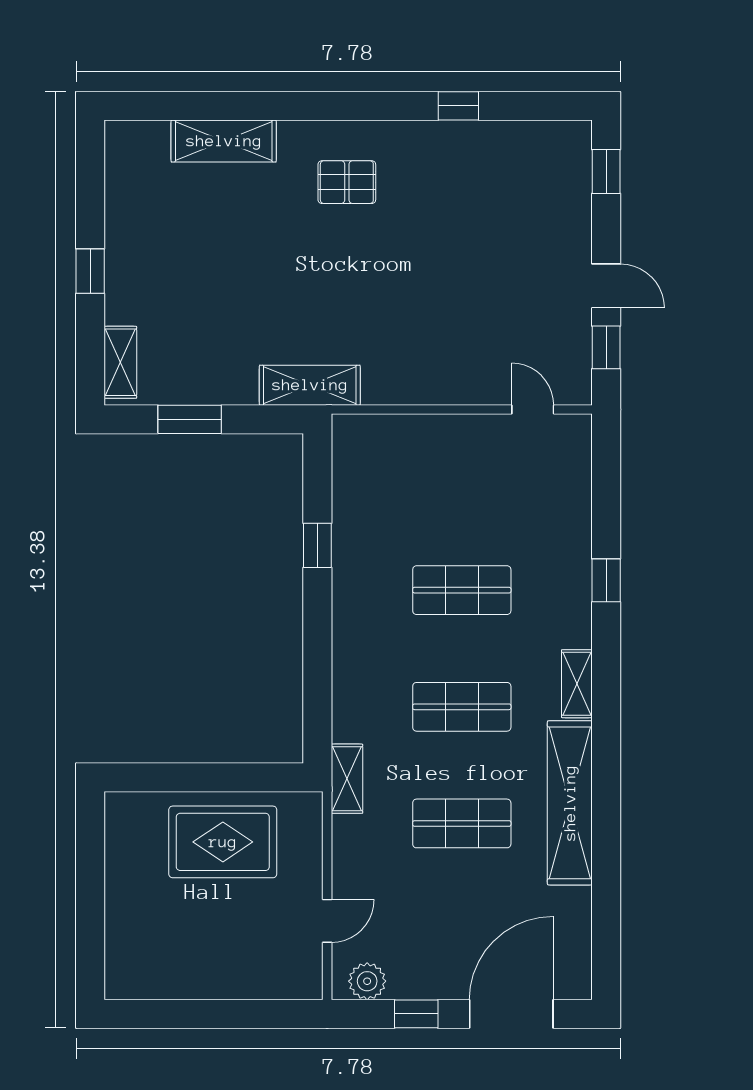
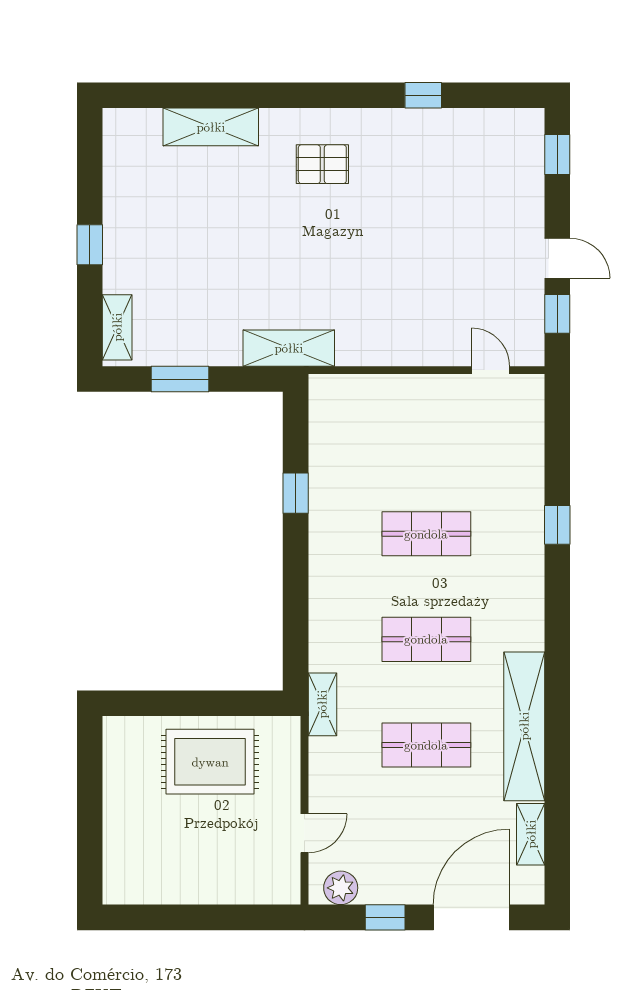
shelving: (577, 684) -> (531, 834), moved

